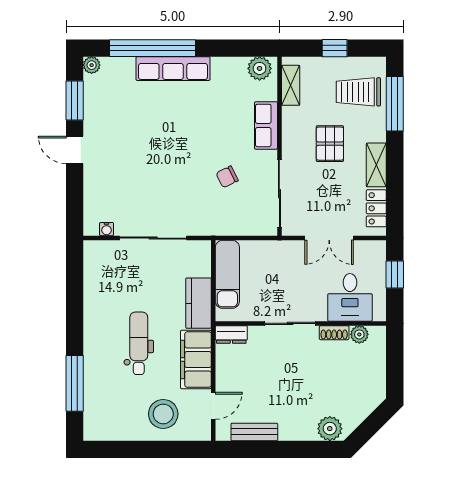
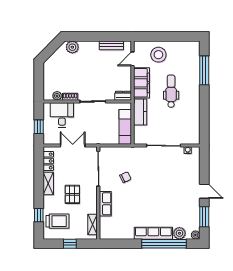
plant: (260, 68) -> (179, 233), moved
window: (395, 104) -> (39, 215), width x0.46
dental chair: (139, 343) -> (171, 91), turned 180

